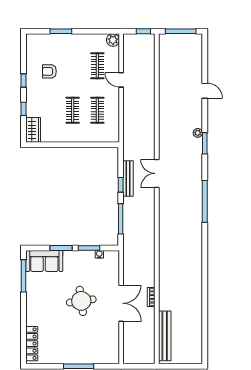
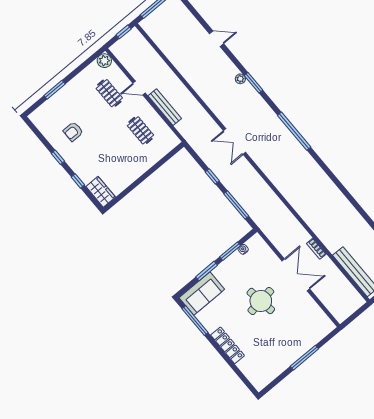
clothes rail: (73, 110) -> (120, 148), removed
bench: (128, 179) -> (165, 107), moved
locker: (32, 344) -> (228, 345), moved

